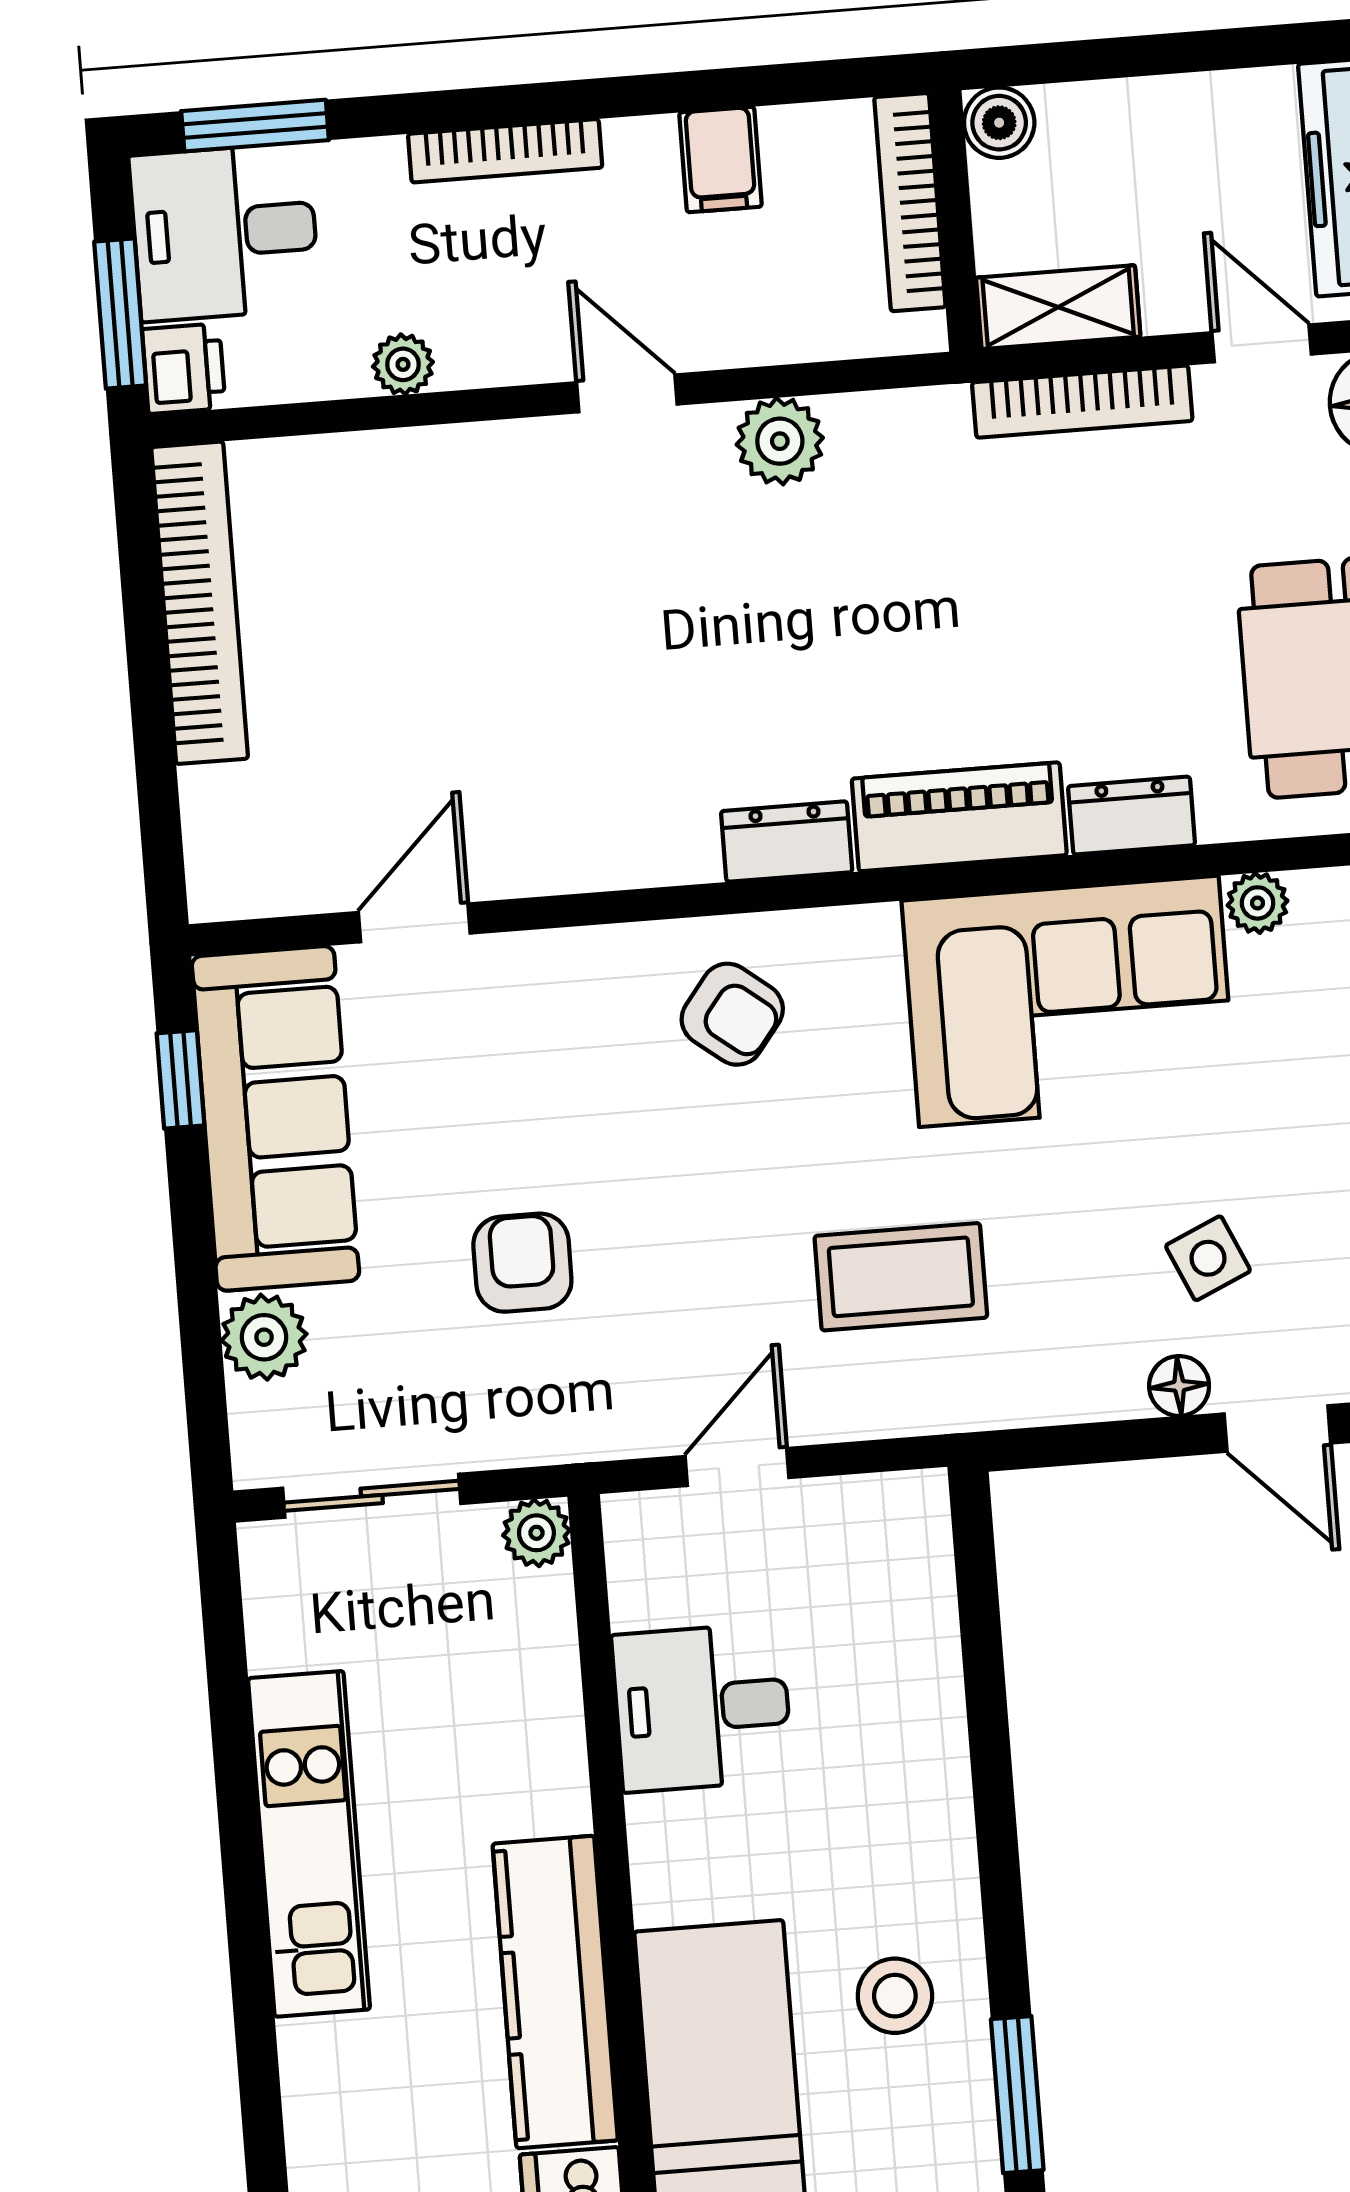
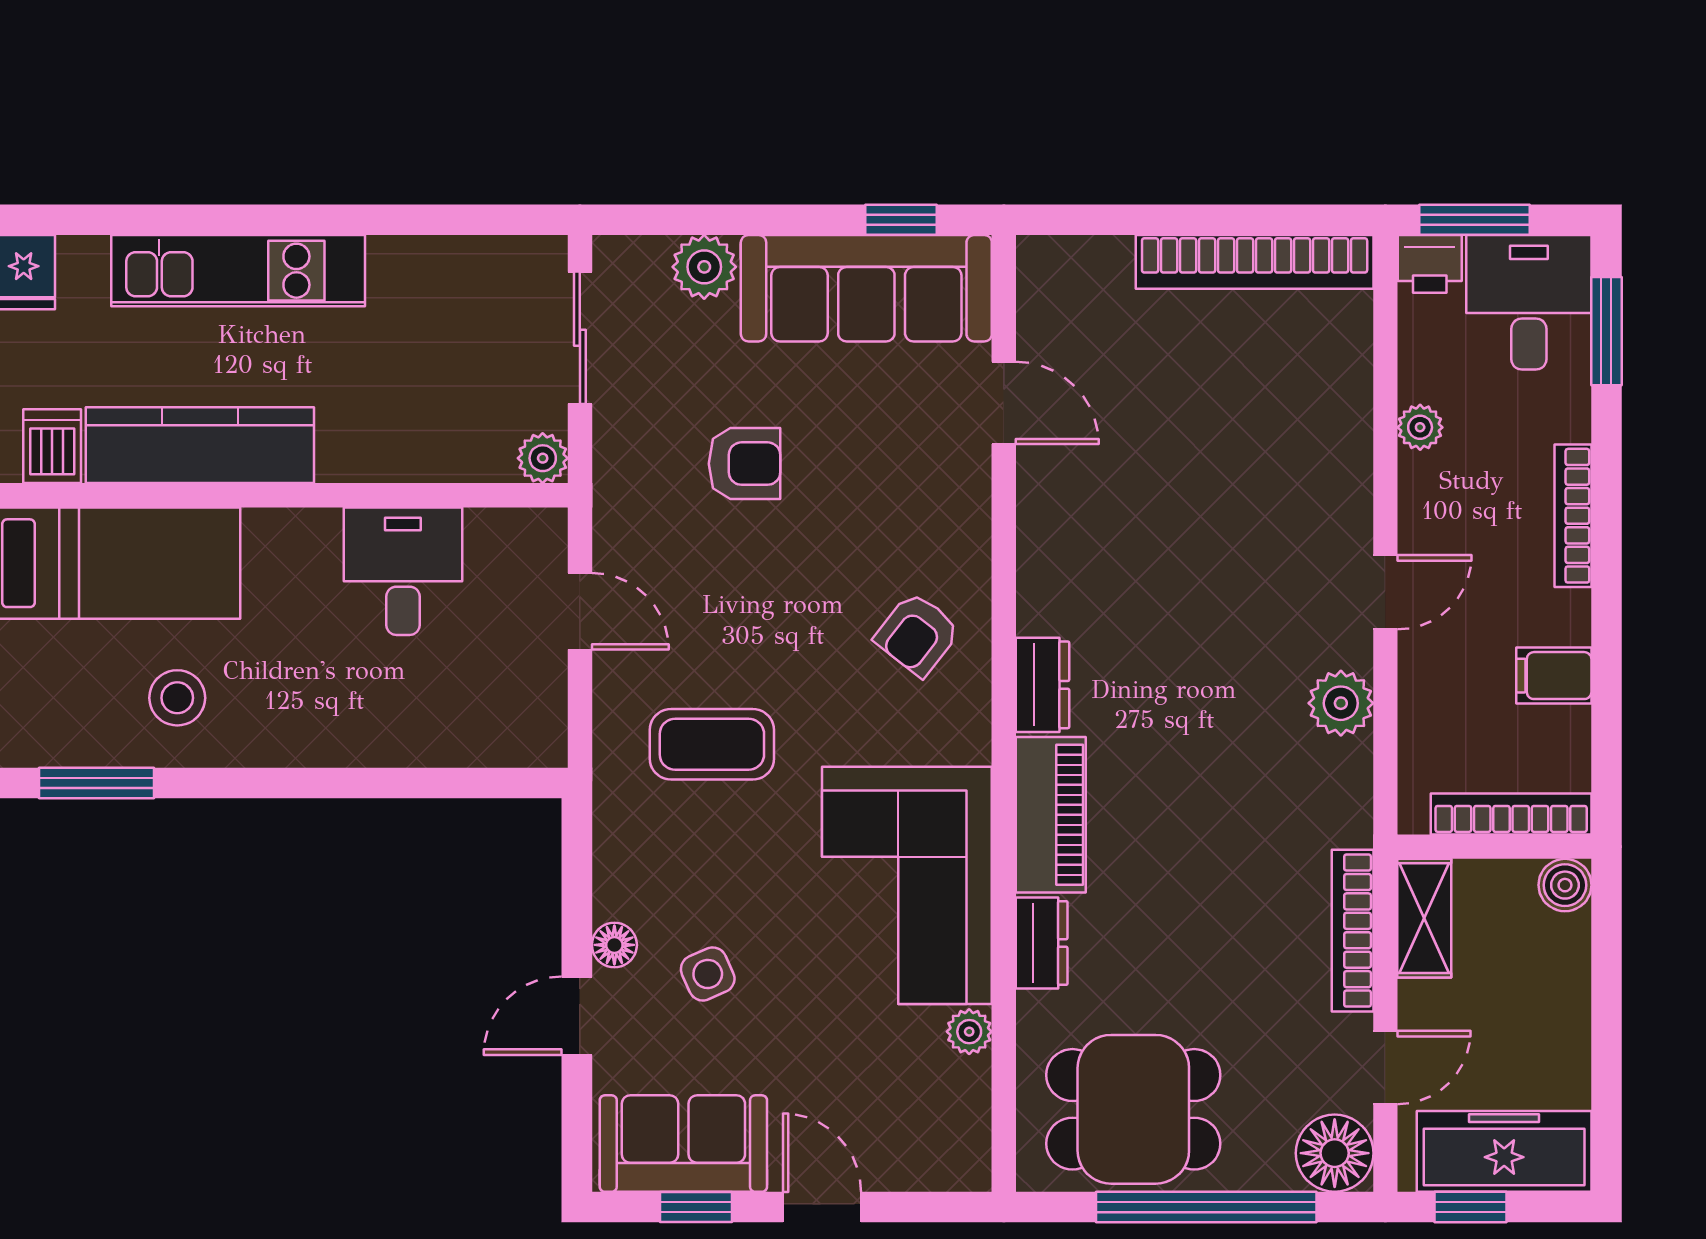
coffee table: (901, 1277) -> (712, 744), turned 90
kitchen unit: (309, 1844) -> (238, 271), moved

